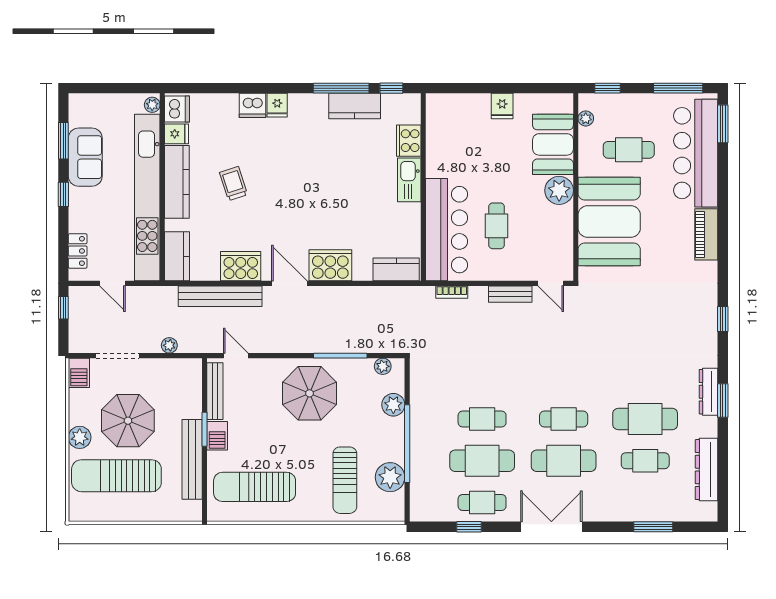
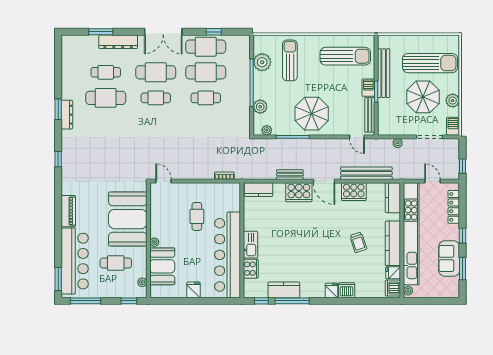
plant: (559, 190) -> (154, 242), width x0.53, depth x0.53
bar counter: (446, 230) -> (228, 255), moved, width x1.36
locker: (78, 251) -> (454, 207), width x1.53
bench: (510, 294) -> (290, 175), moved
plant: (80, 437) -> (453, 101), moved
dresser: (707, 470) -> (118, 42), moved, turned 90
cafe table: (482, 502) -> (206, 47), width x1.37, depth x1.35

